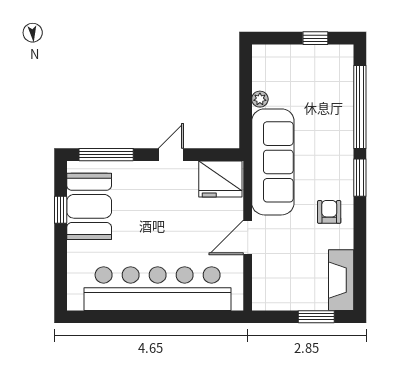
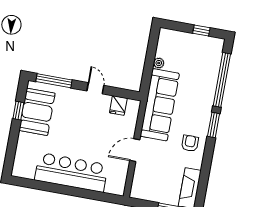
door: (171, 155) -> (95, 88), hinge flipped
fridge: (220, 179) -> (118, 105), width x0.53, depth x0.75
bar counter: (158, 289) -> (71, 172), width x0.73

